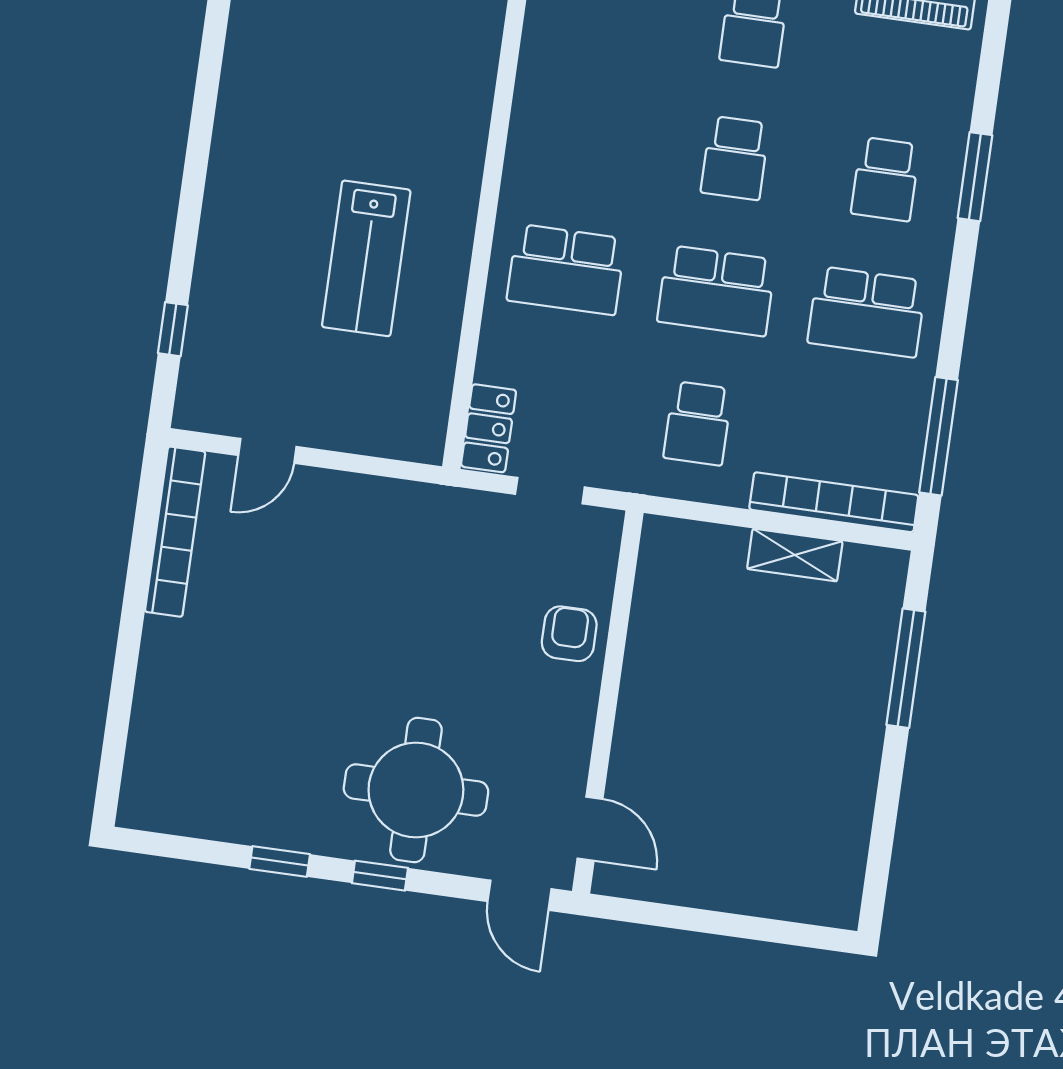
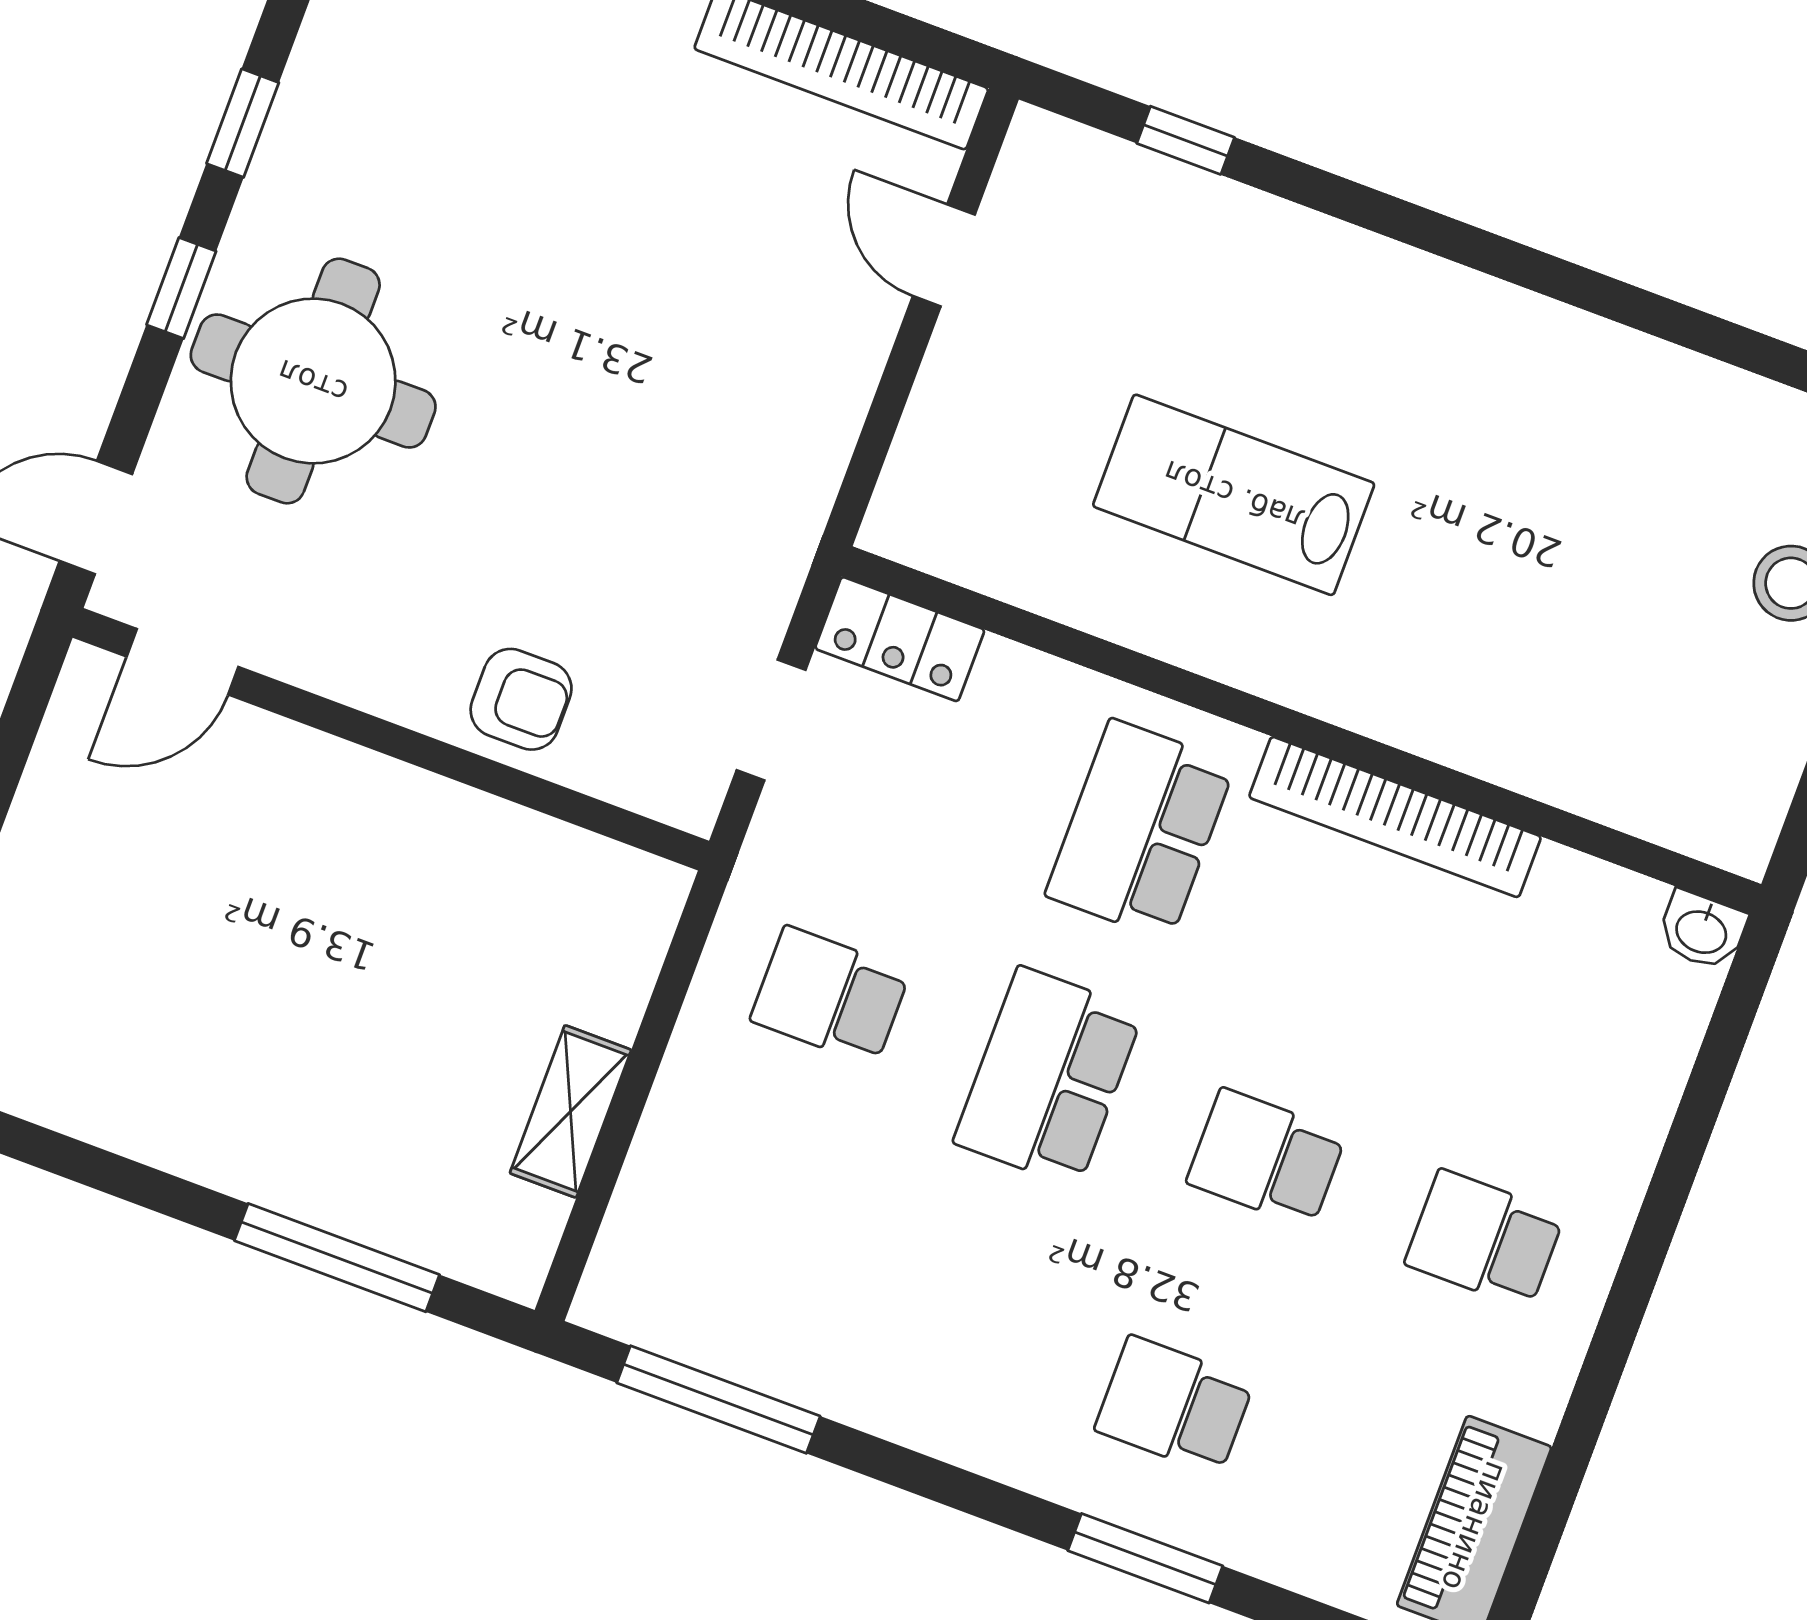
school desk: (867, 312) -> (956, 1324), removed
bookcase: (834, 502) -> (1395, 817), moved, turned 90

